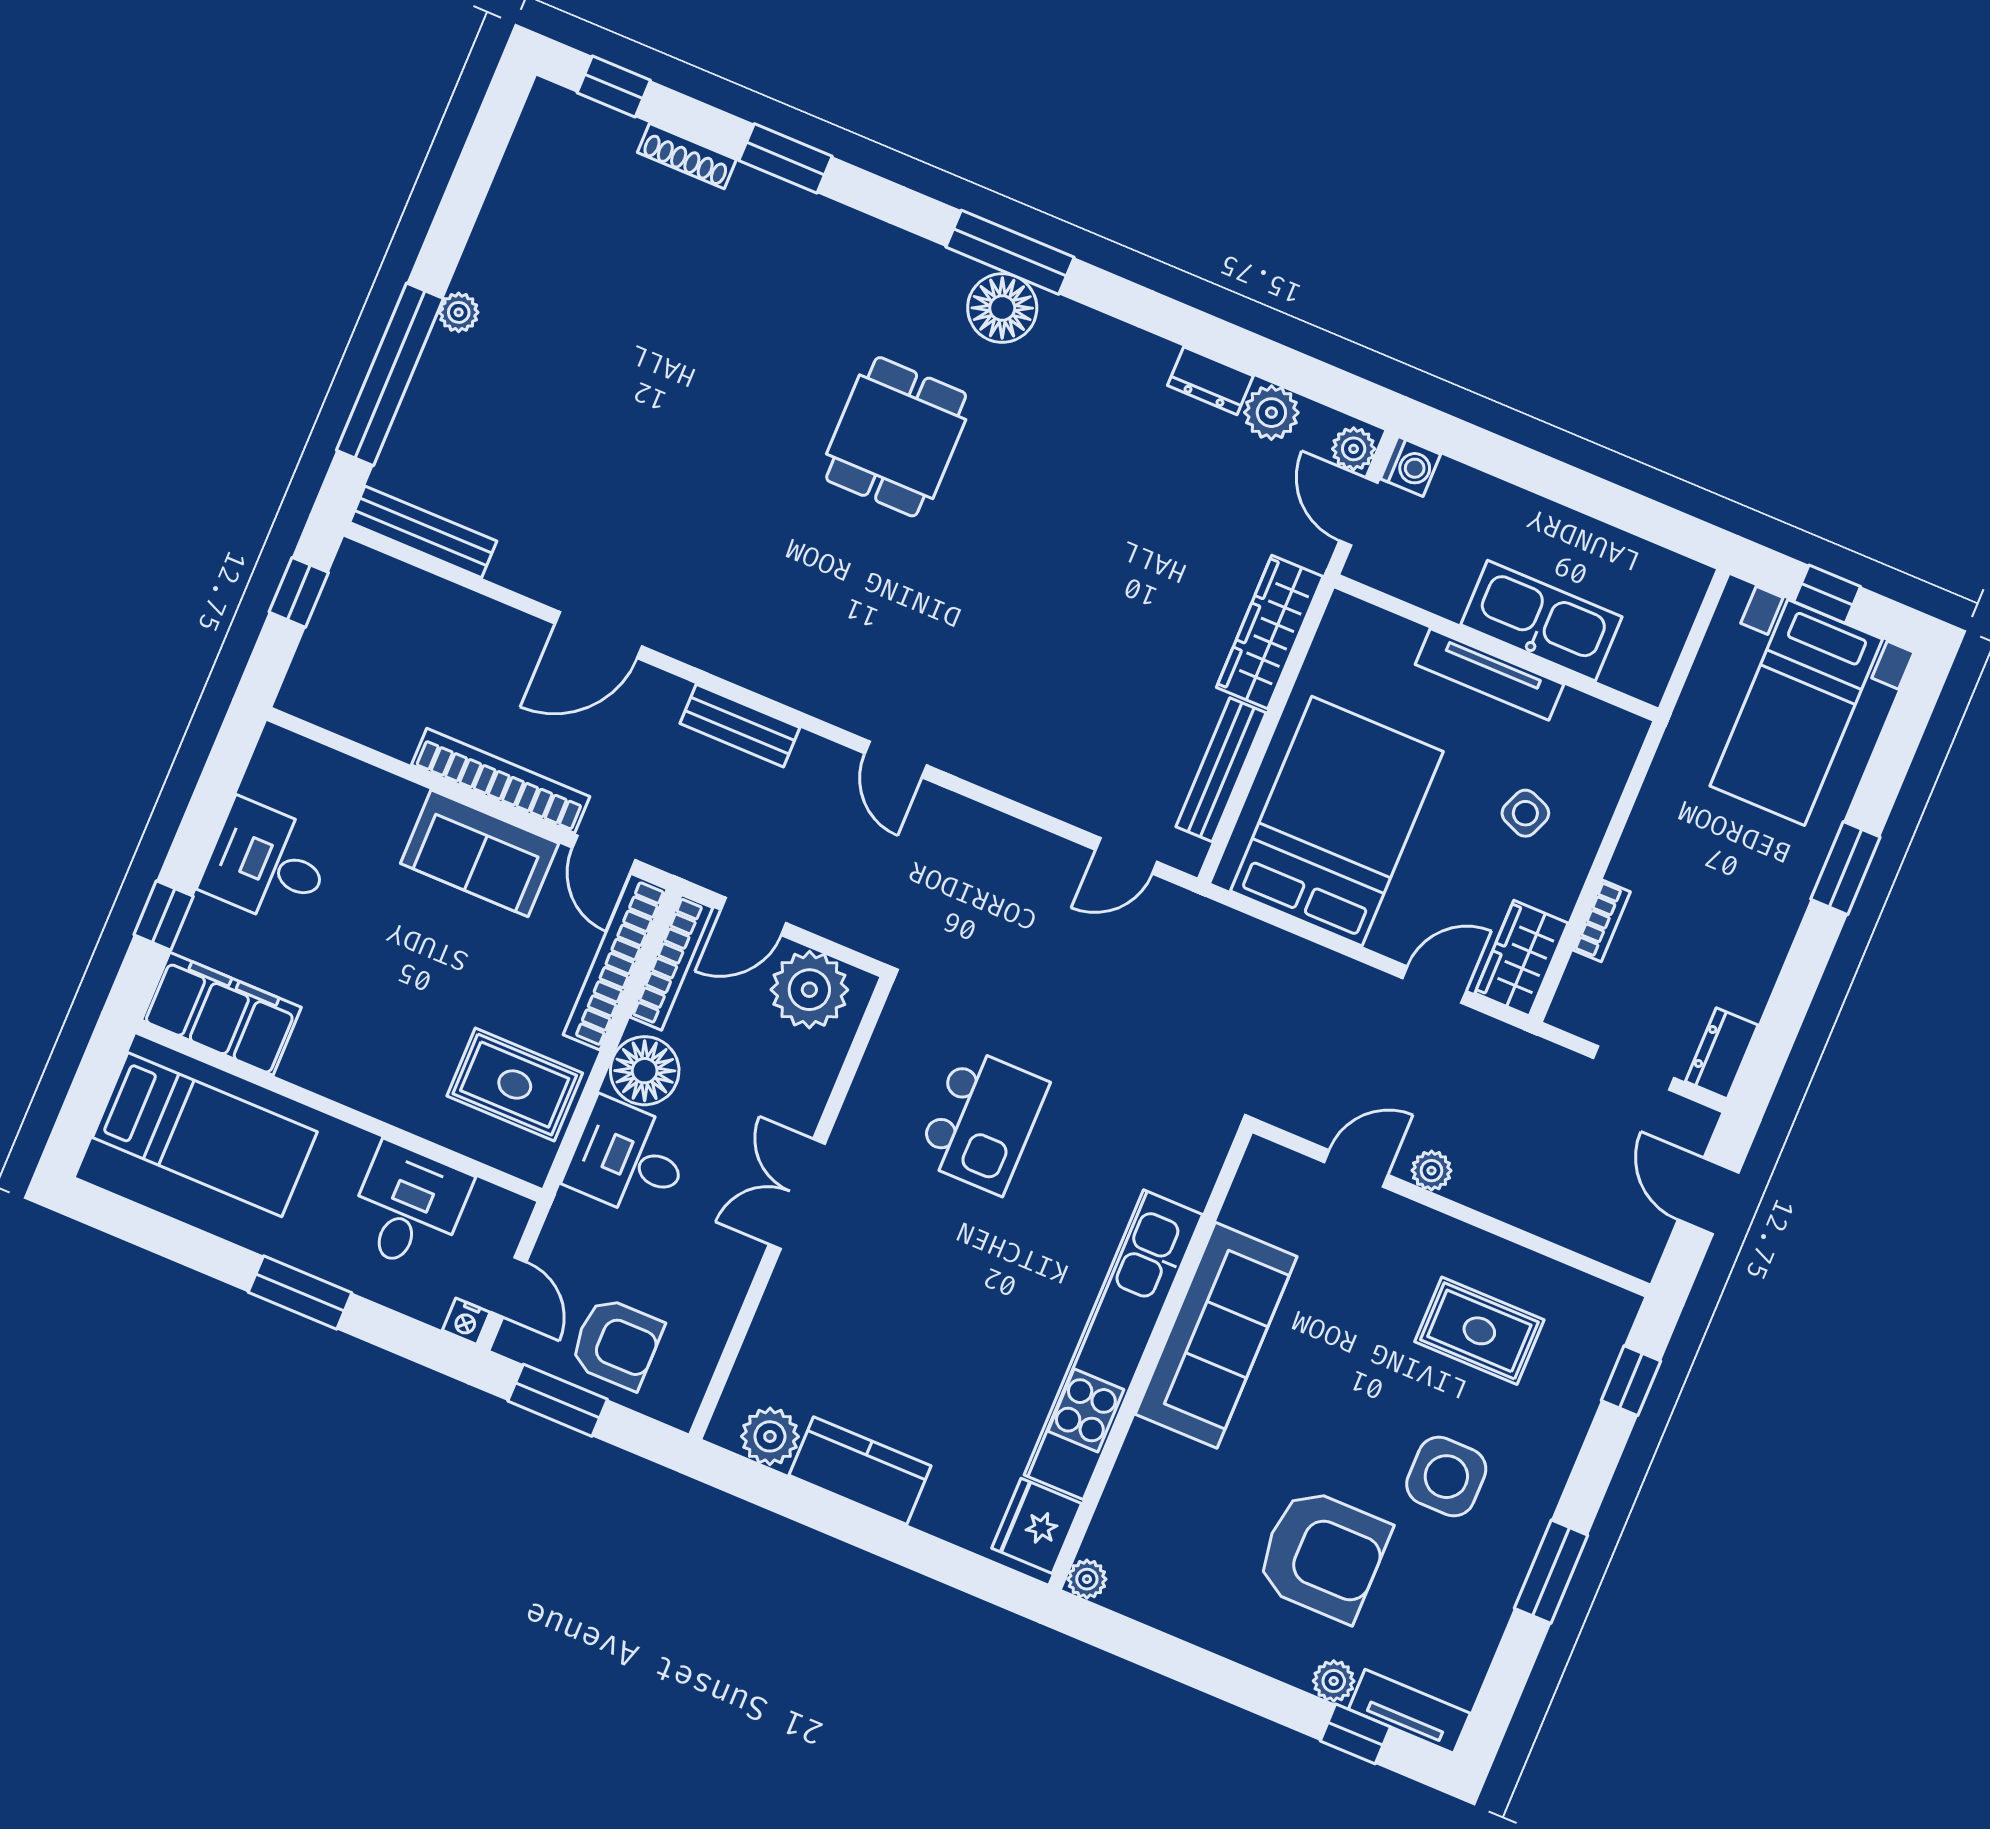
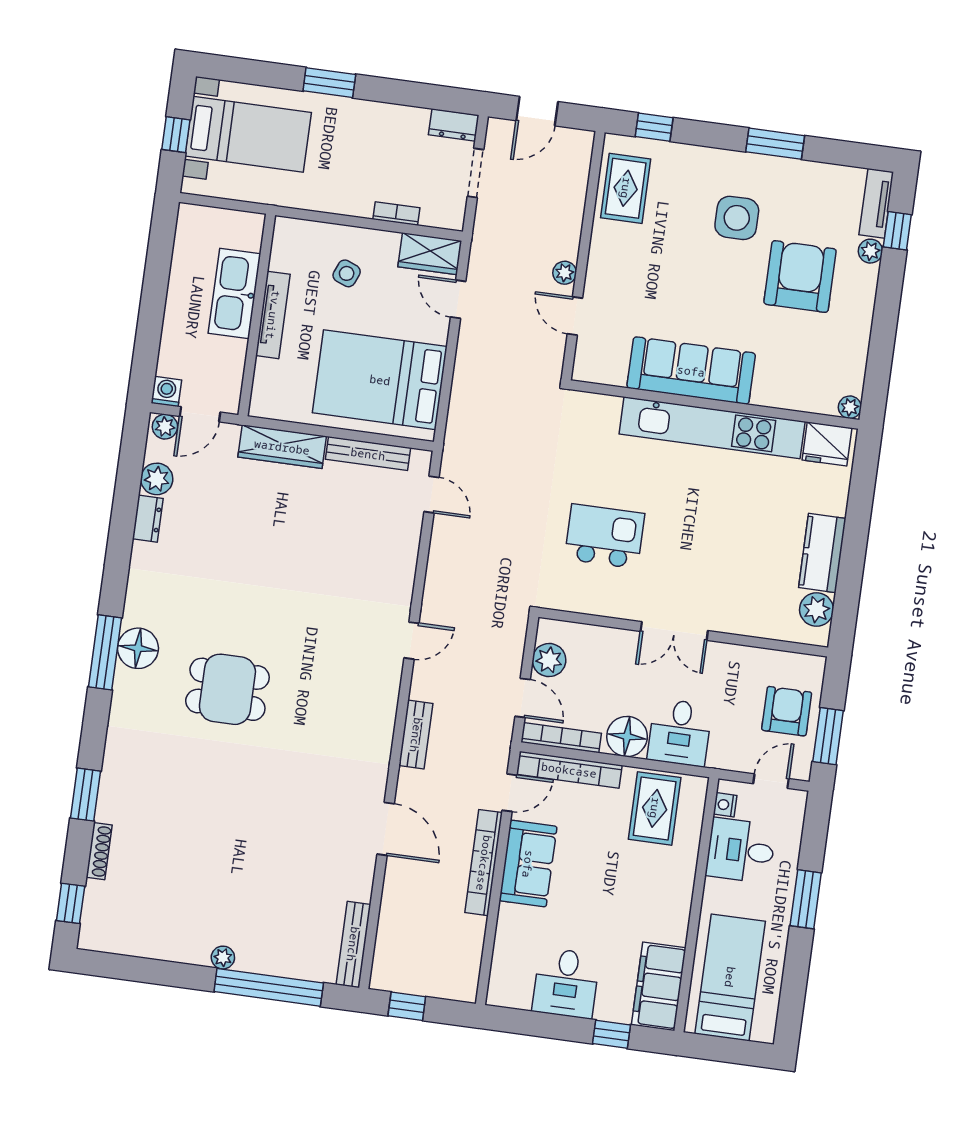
plant: (809, 990) -> (549, 660), width x0.73, depth x0.73
nightstand: (466, 1321) -> (725, 805), moved, turned 180
rug: (1479, 1331) -> (626, 188), moved

